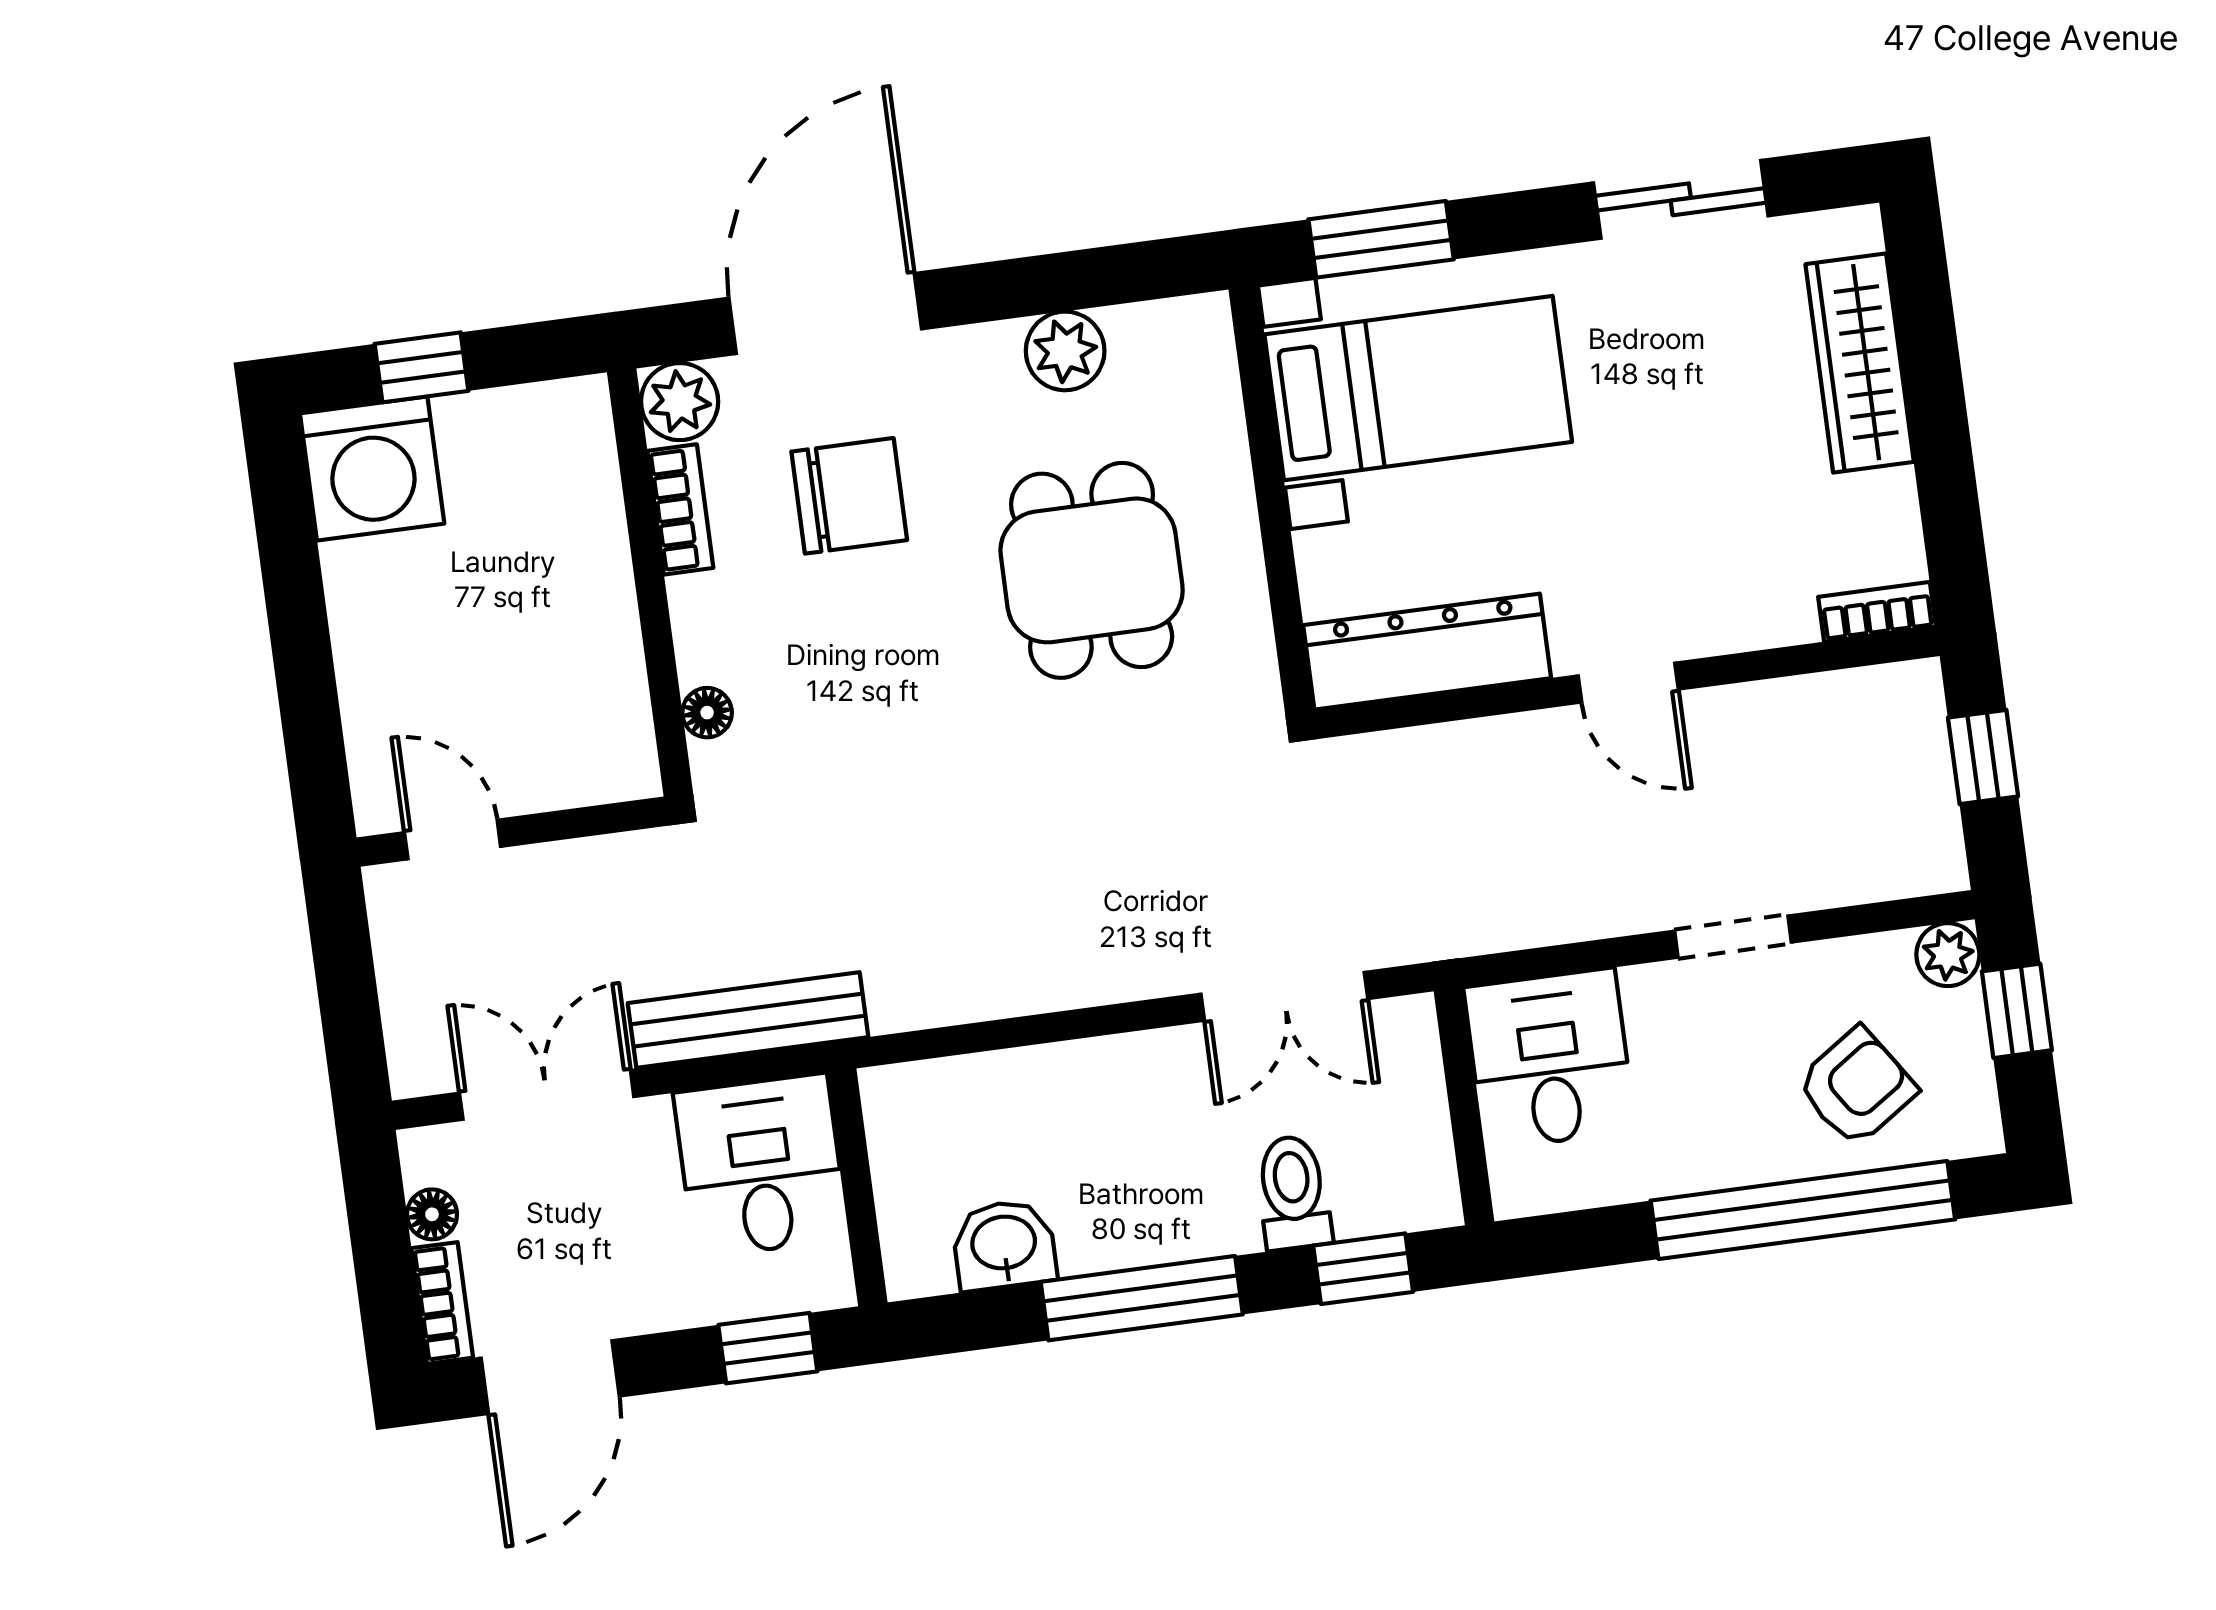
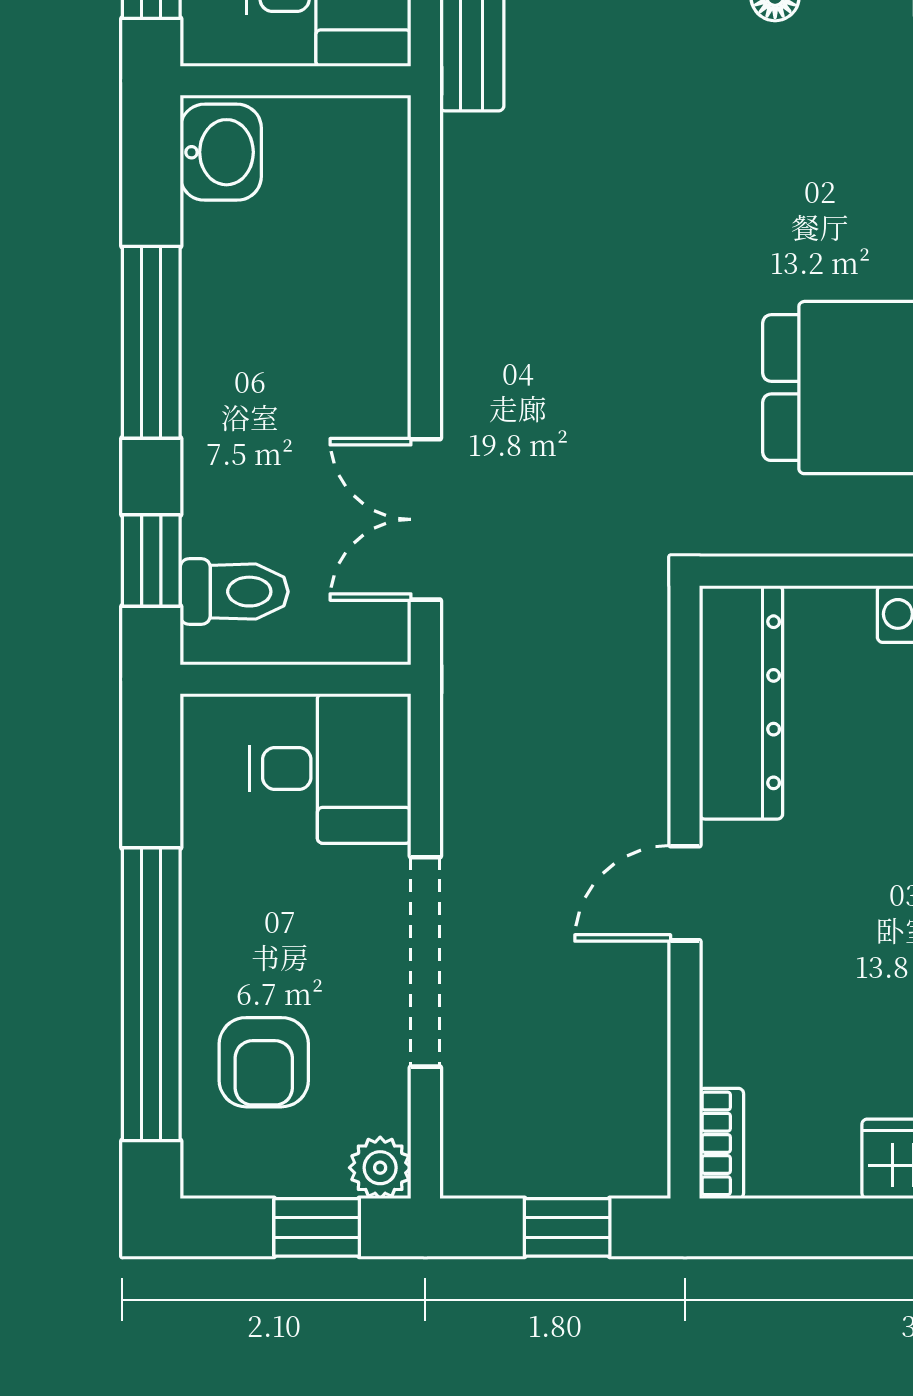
doorway: (1733, 937) -> (425, 962), width x1.88
armchair: (1856, 1087) -> (264, 1062), turned 34
toilet: (1293, 1193) -> (234, 592), moved
washbasin: (1004, 1245) -> (221, 152), moved

